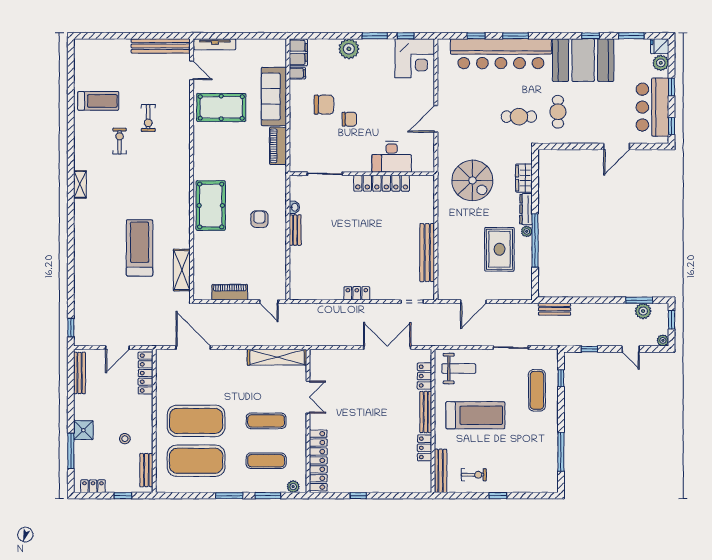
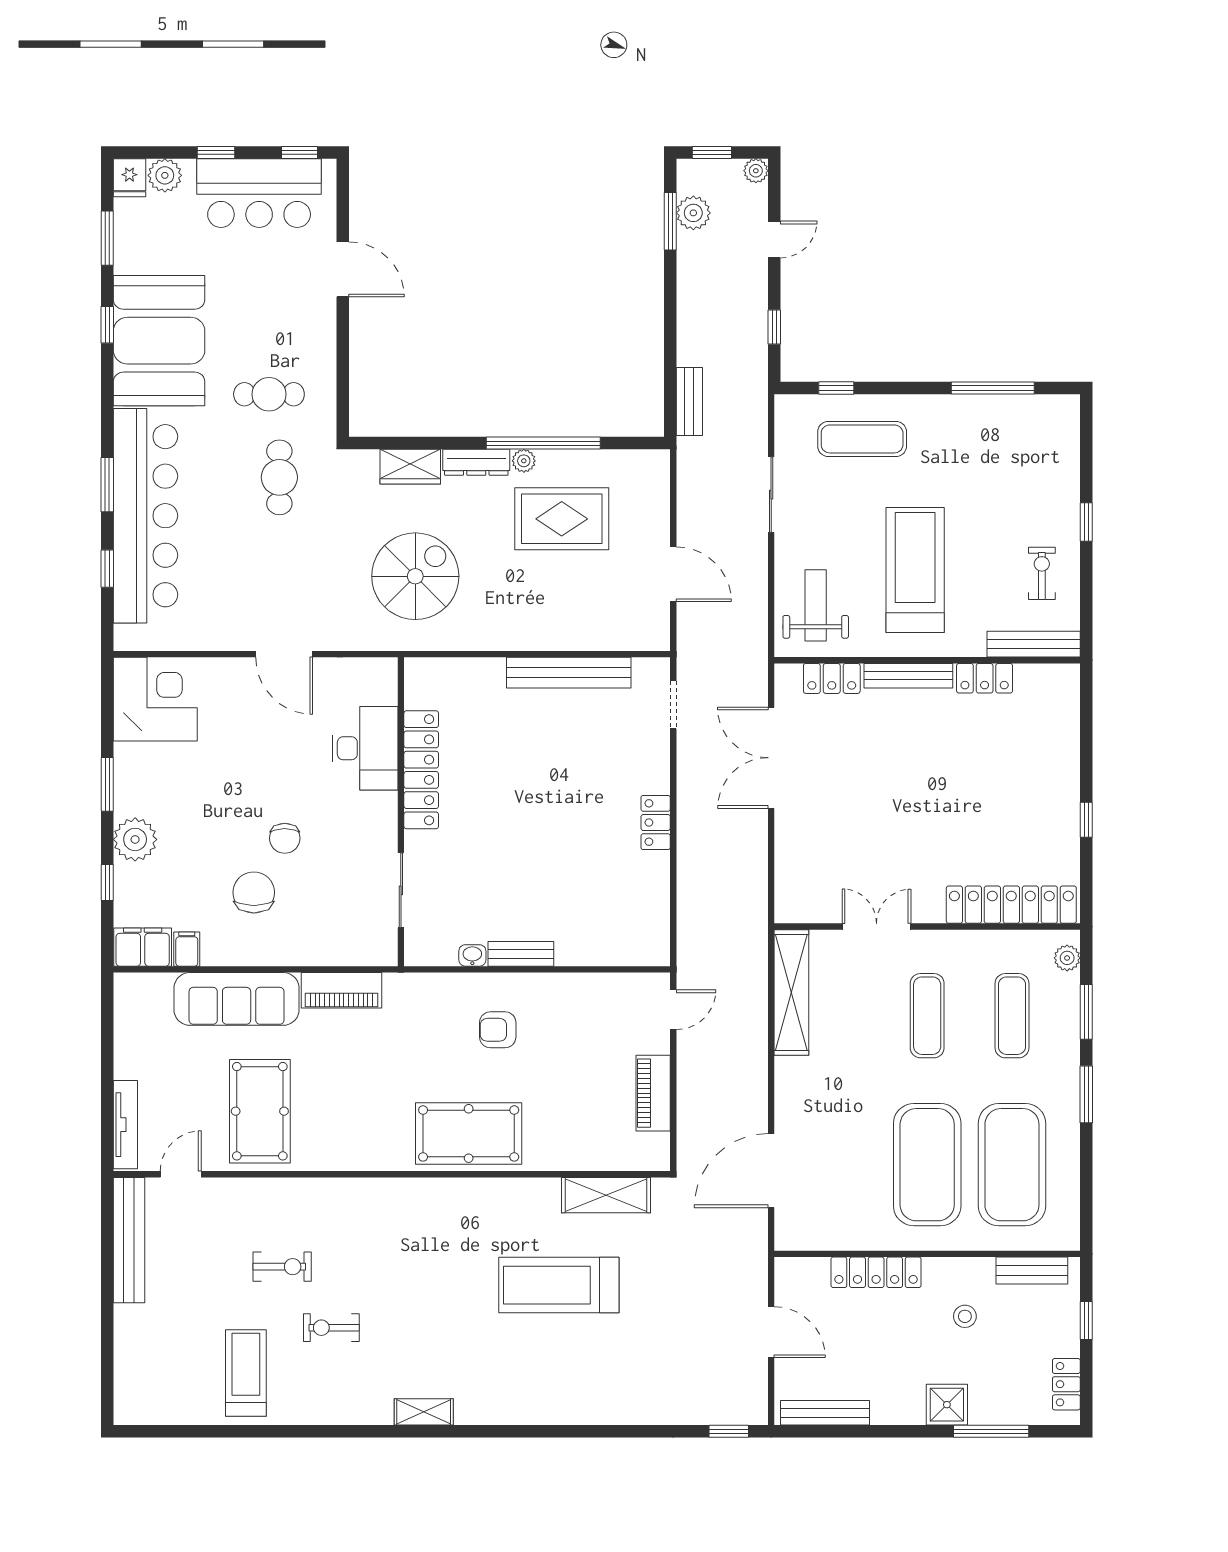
window: (406, 36) -> (107, 882), moved
chair: (349, 119) -> (285, 838), turned 180
locker: (146, 373) -> (876, 1272), moved

